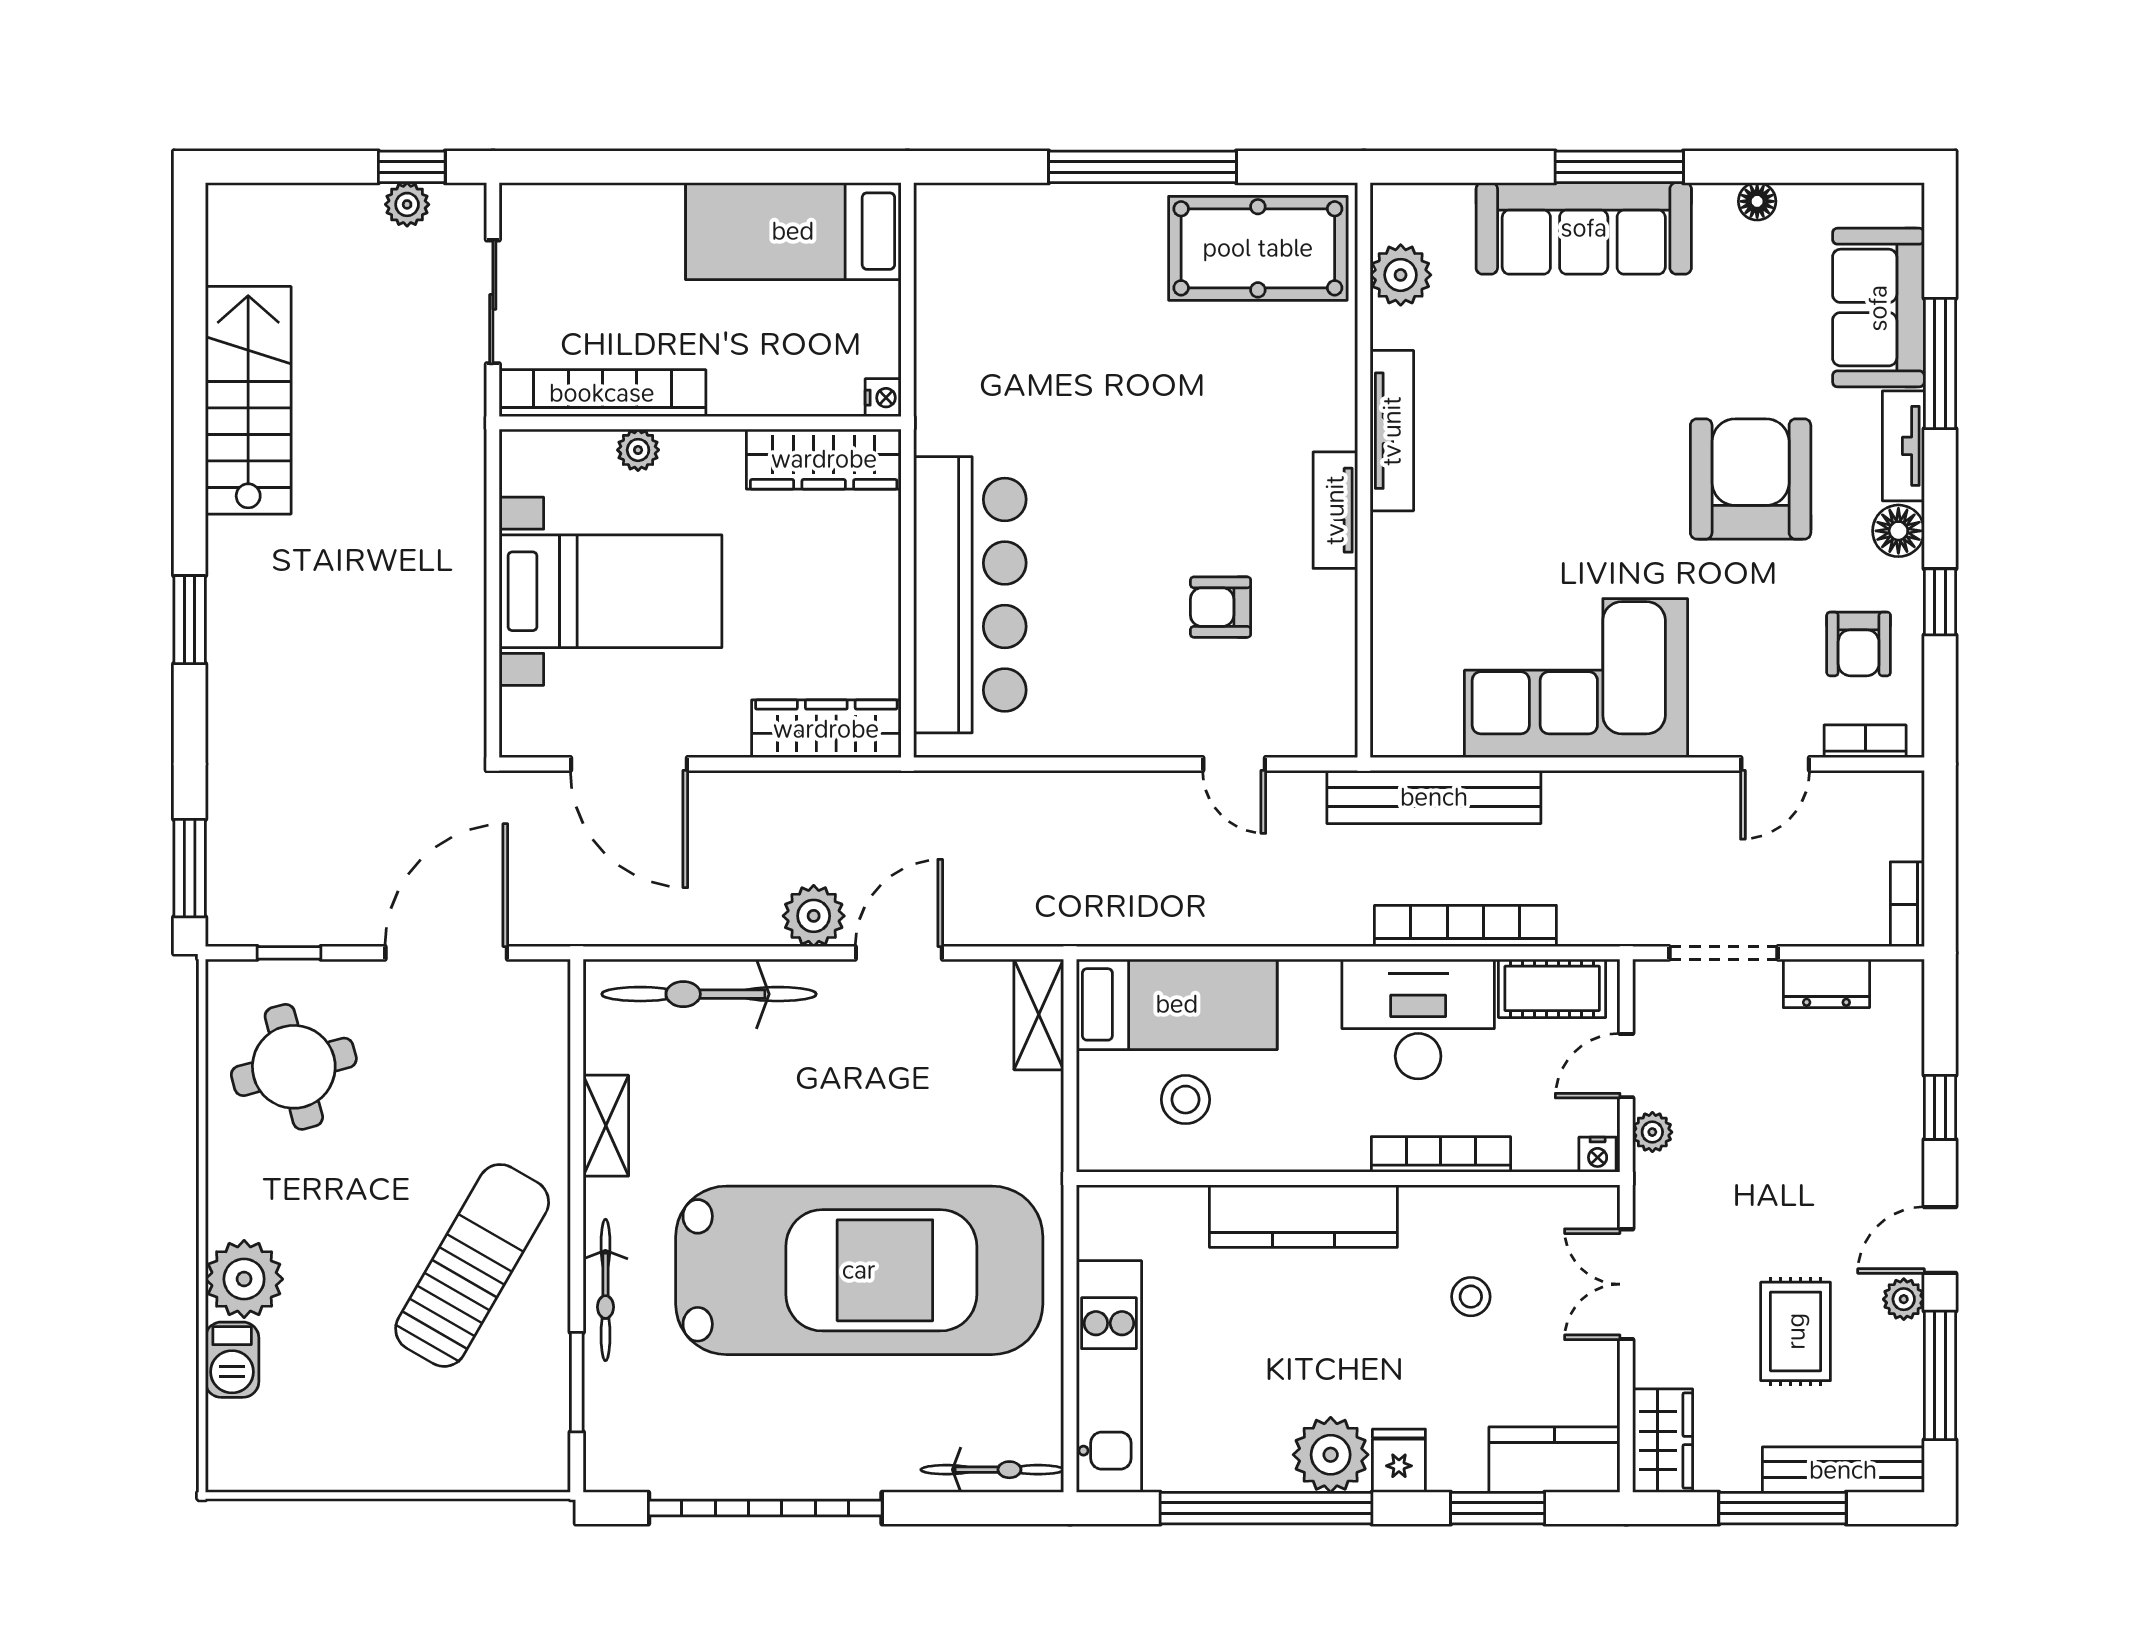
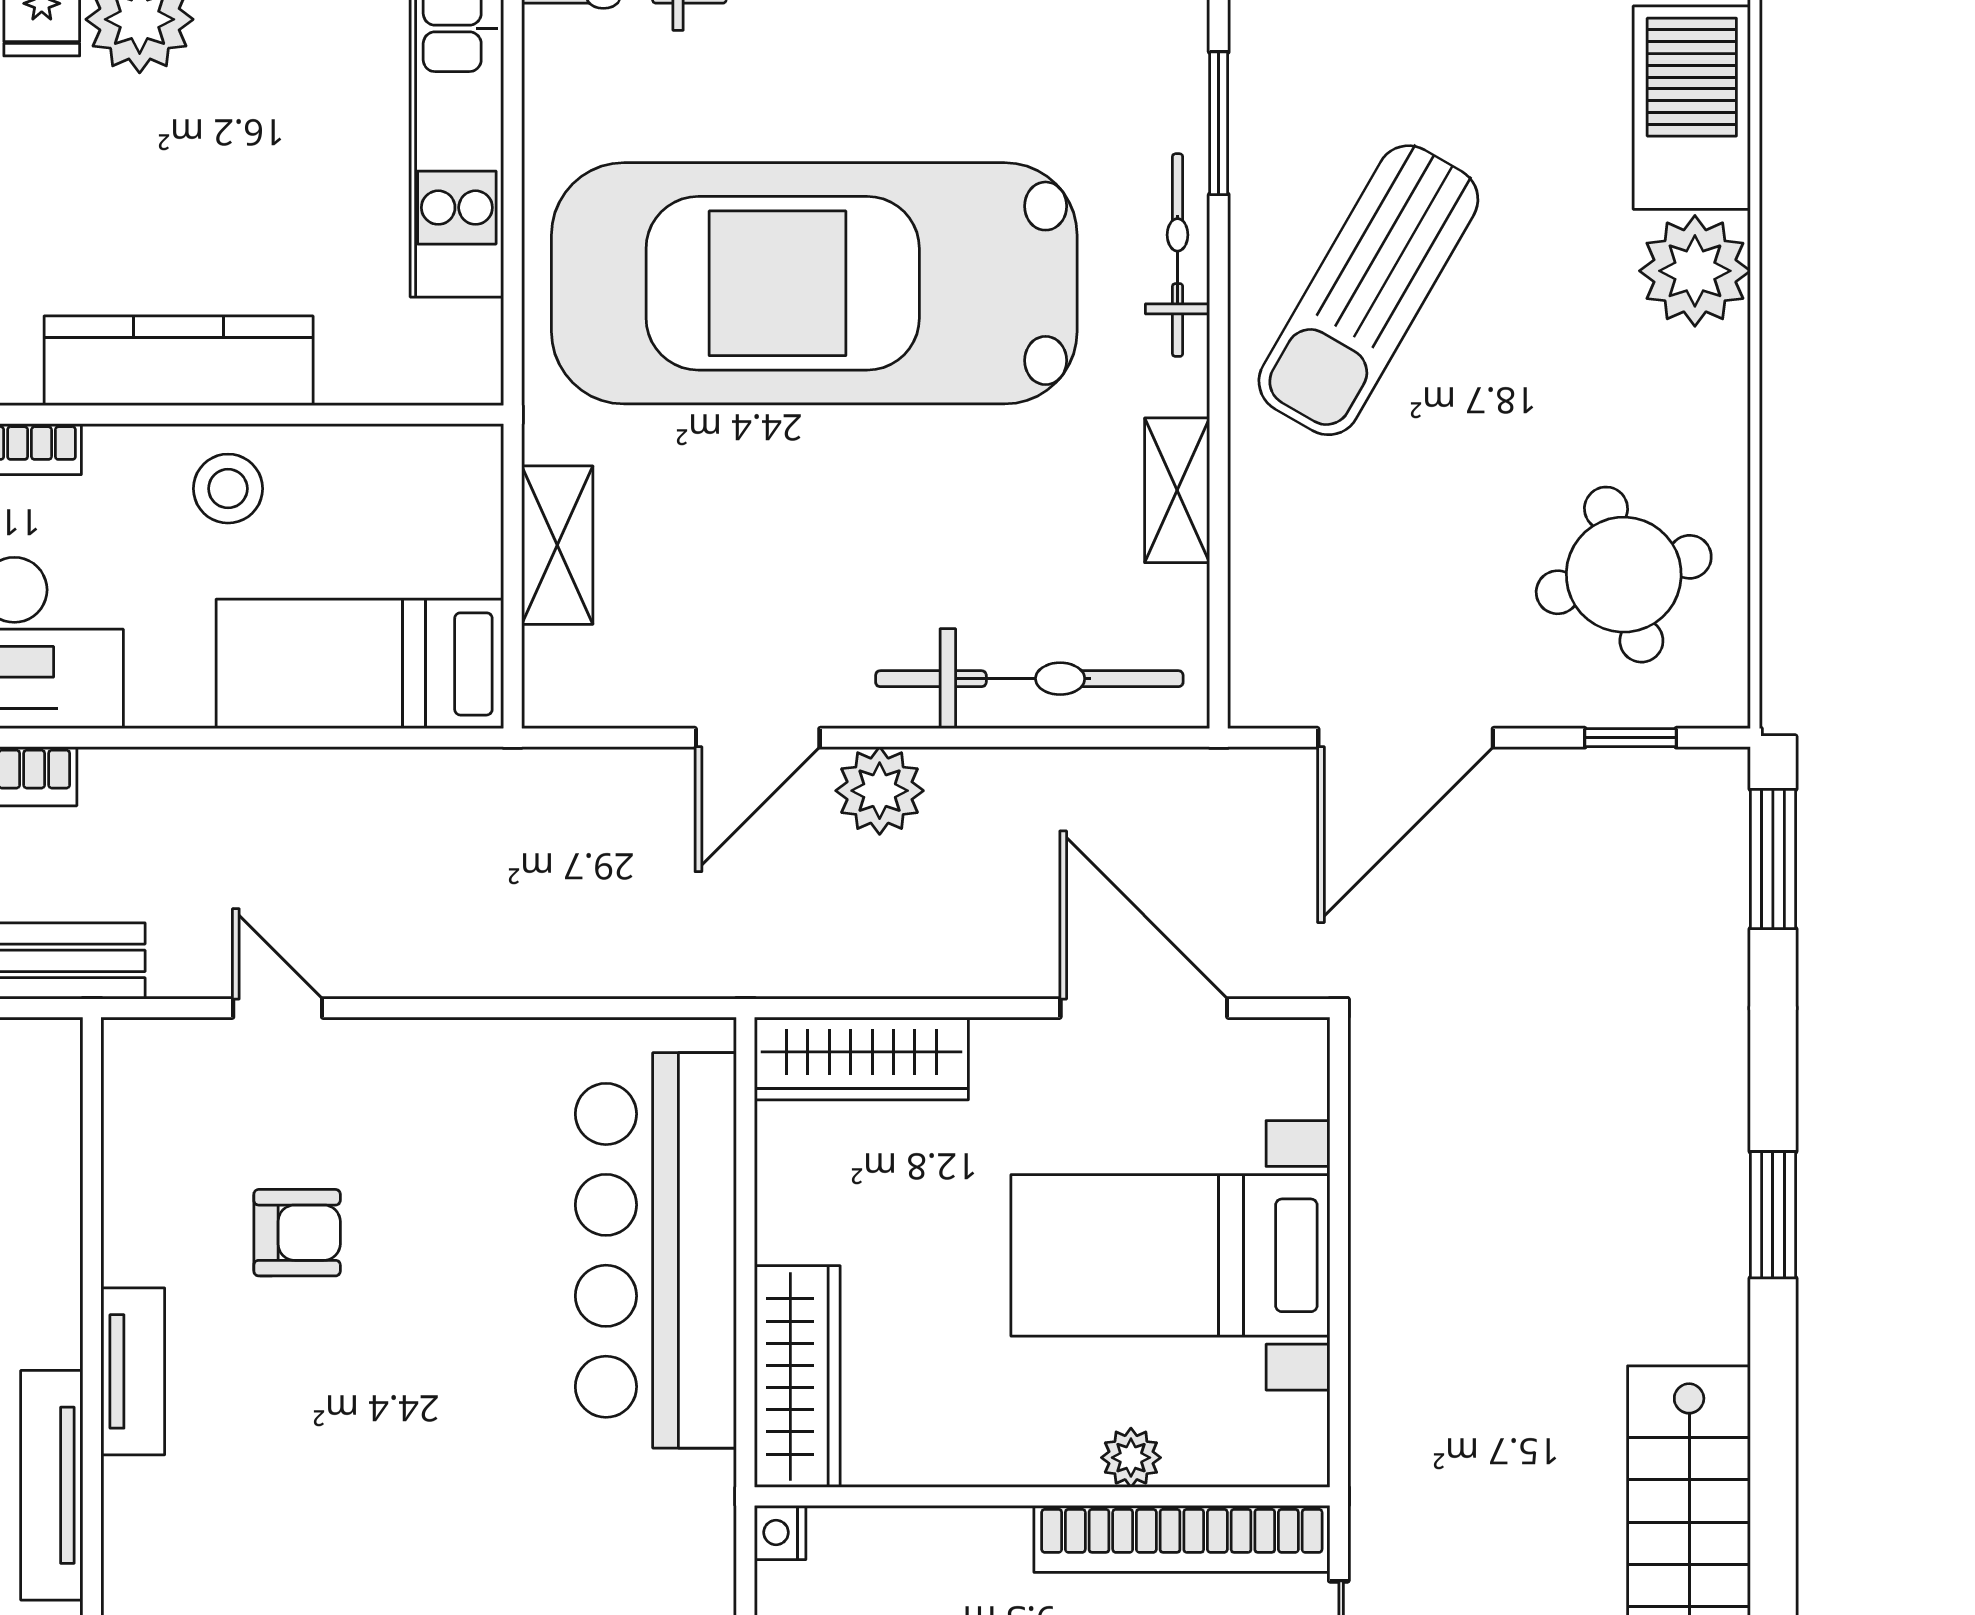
wardrobe: (824, 459) -> (797, 1377), moved, turned 90
shelving: (1039, 1015) -> (557, 545), moved
stool: (1185, 1100) -> (228, 489), moved
barbecue: (232, 1360) -> (1692, 108), width x1.88, depth x1.53

